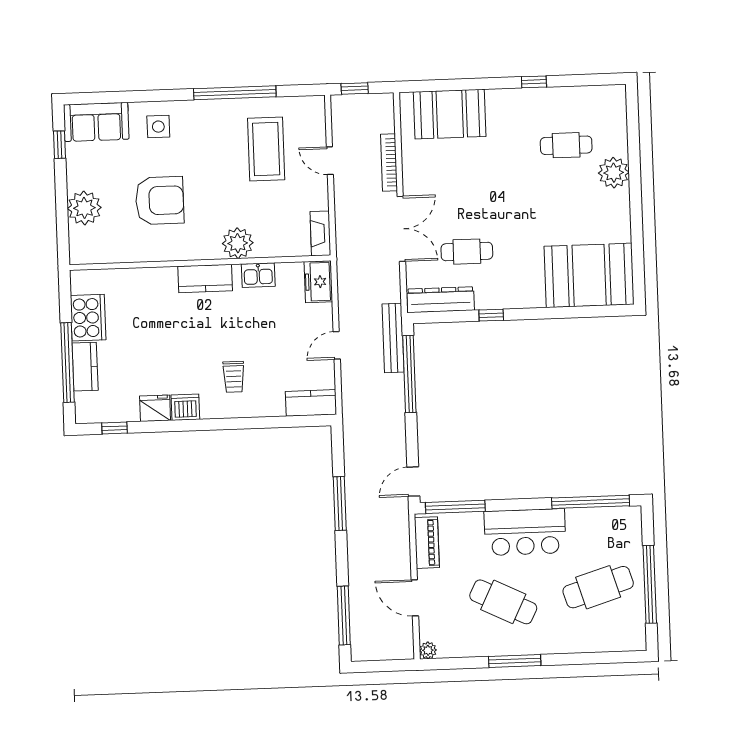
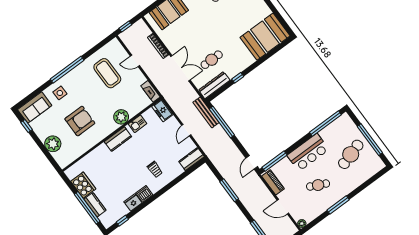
window: (235, 93) -> (67, 70), moved
cafe table: (503, 602) -> (318, 185), width x0.73, depth x0.74

